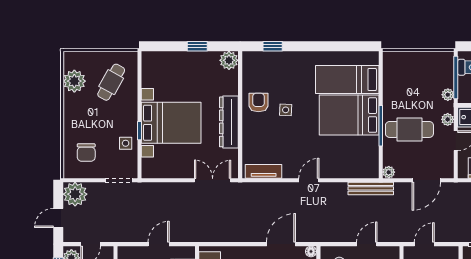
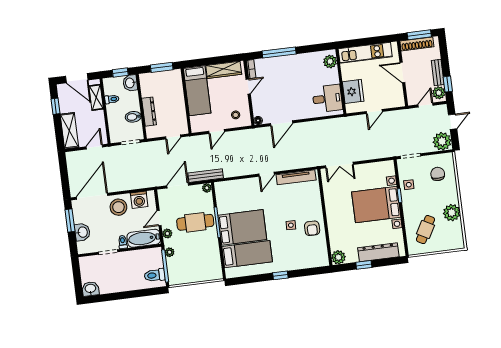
window: (273, 46) -> (280, 275), moved
plant: (74, 81) -> (452, 213), moved
dresser: (229, 122) -> (378, 252), moved, turned -90
tv unit: (264, 171) -> (296, 177), width x1.41
bench: (371, 188) -> (206, 176), moved

